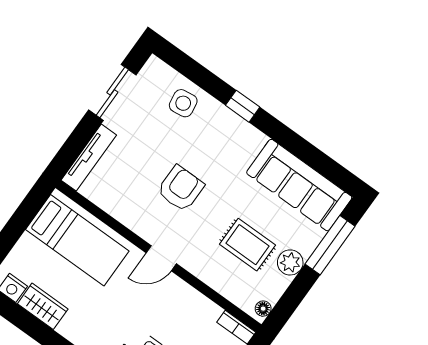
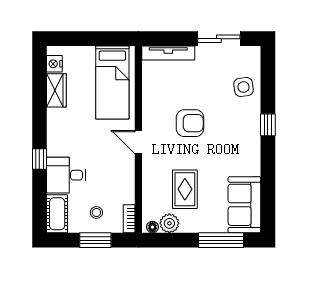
sofa: (299, 185) -> (244, 205), width x0.73
plant: (290, 262) -> (169, 223), moved

